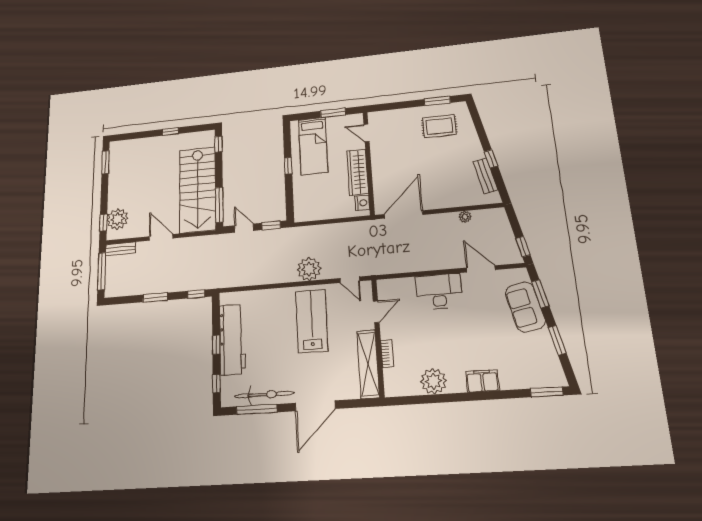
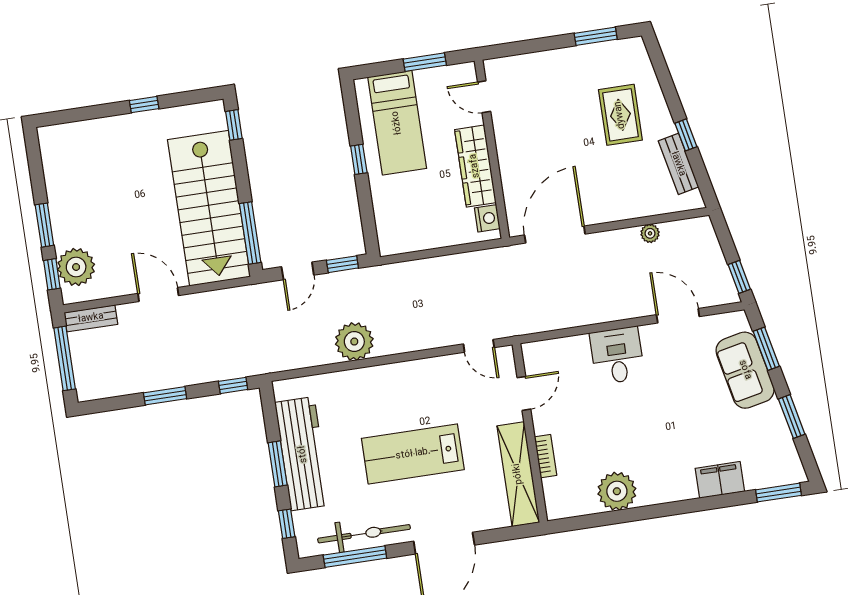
rug: (439, 126) -> (620, 115), moved, turned 90
window: (105, 162) -> (44, 225), moved
door: (244, 228) -> (298, 271), swing flipped
plant: (309, 269) -> (354, 341), moved
desk: (439, 292) -> (617, 355), width x0.73
lab bench: (312, 321) -> (413, 454), moved, turned -90
window: (216, 345) -> (278, 464), width x1.50
filing cabinet: (482, 381) -> (720, 480), moved

